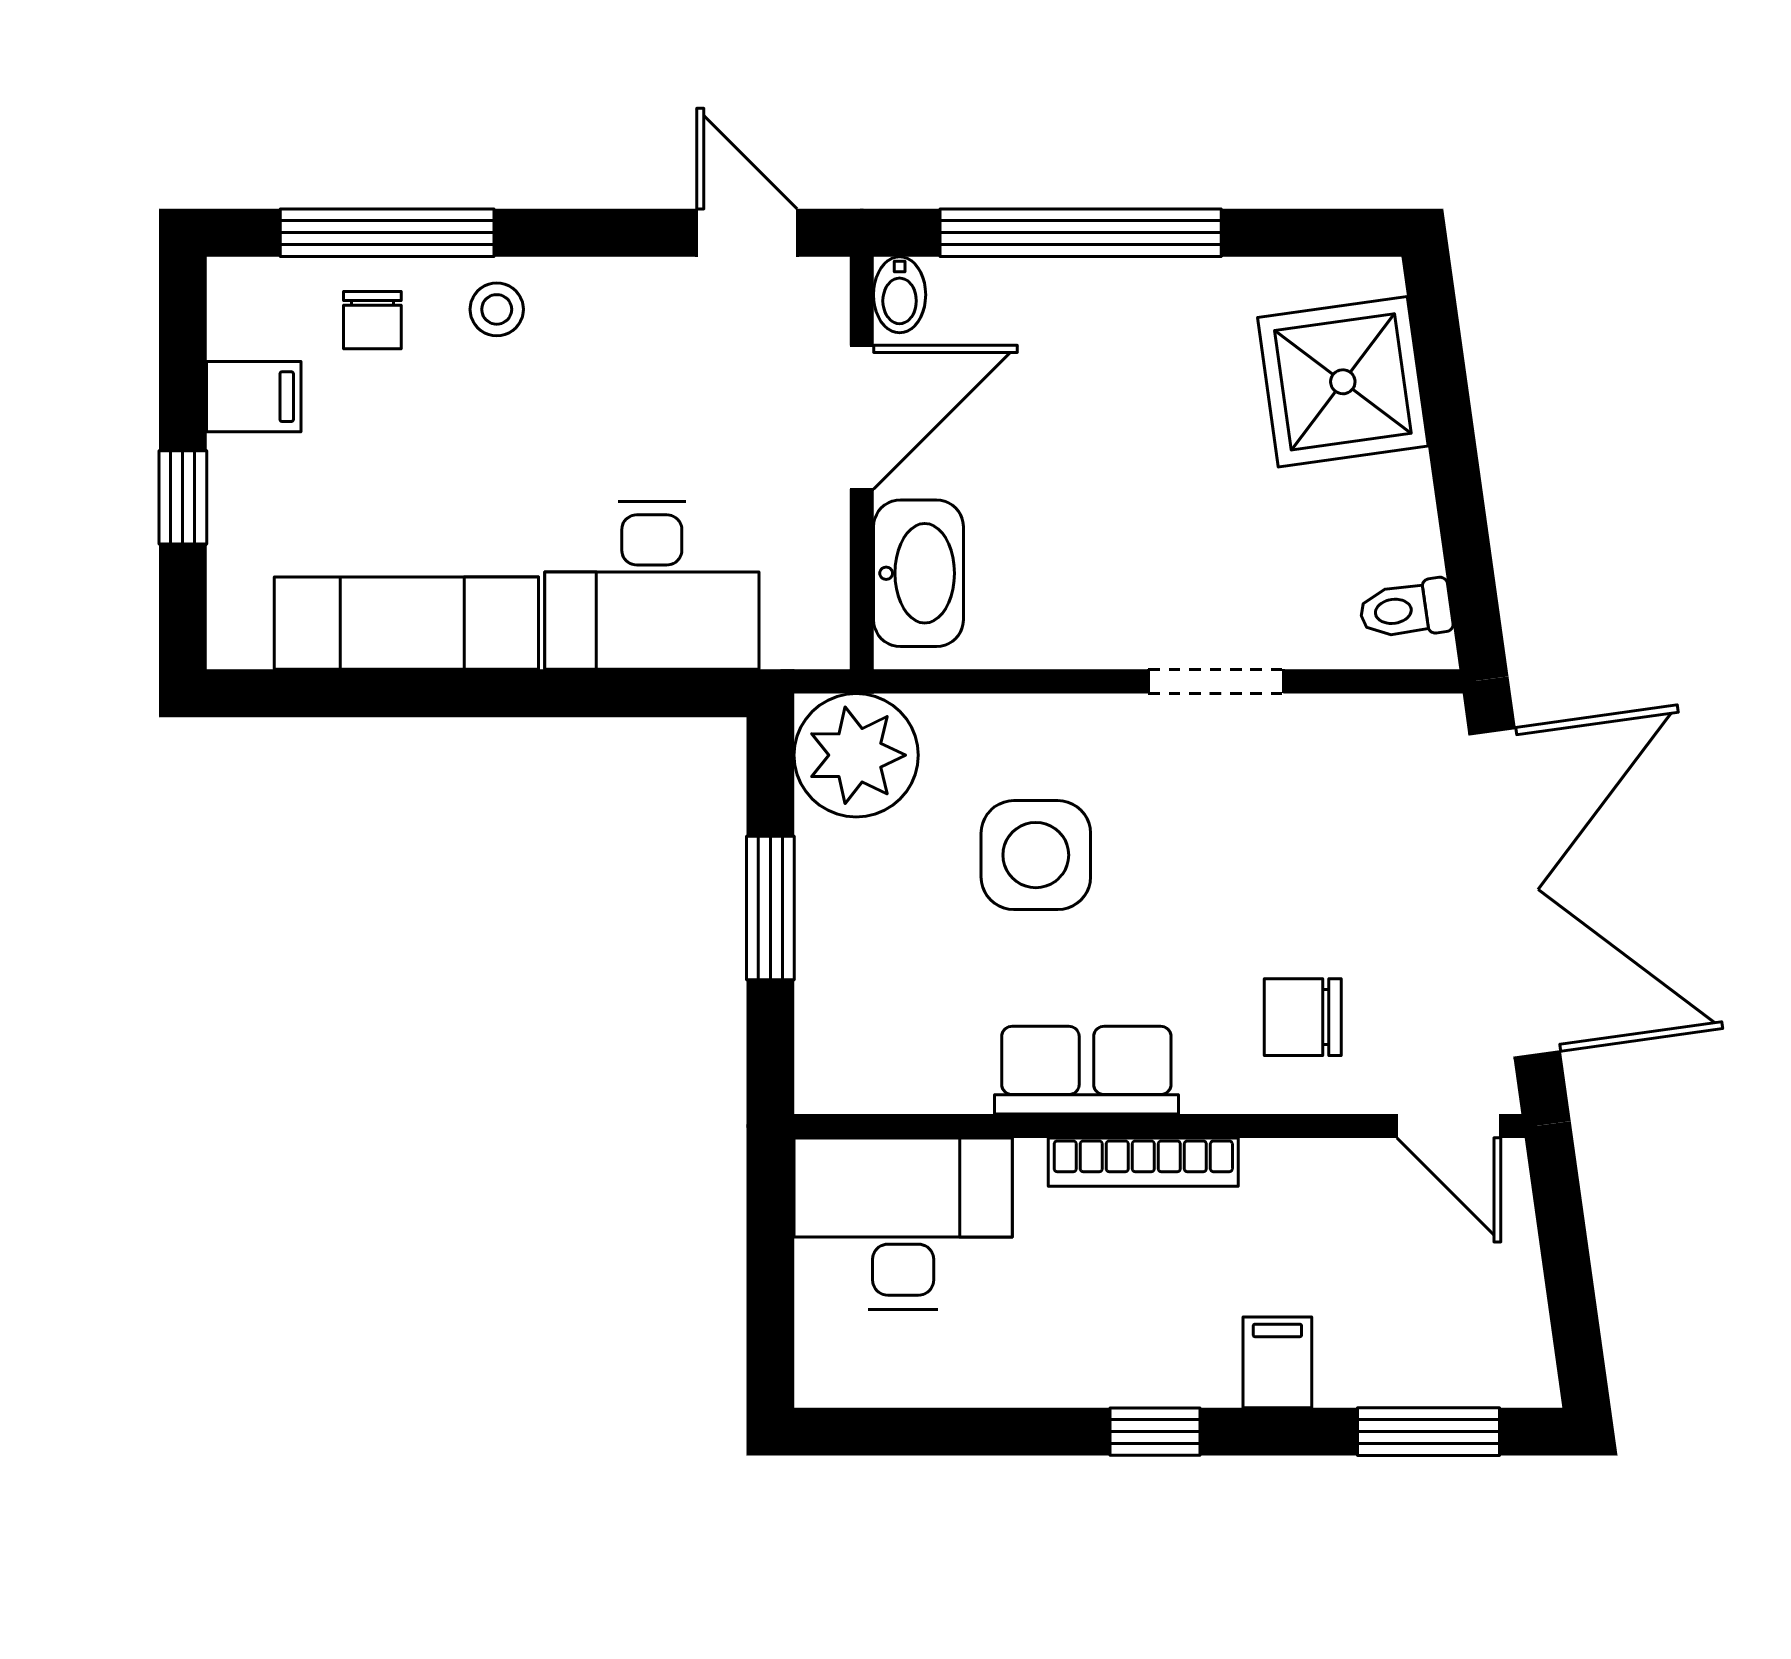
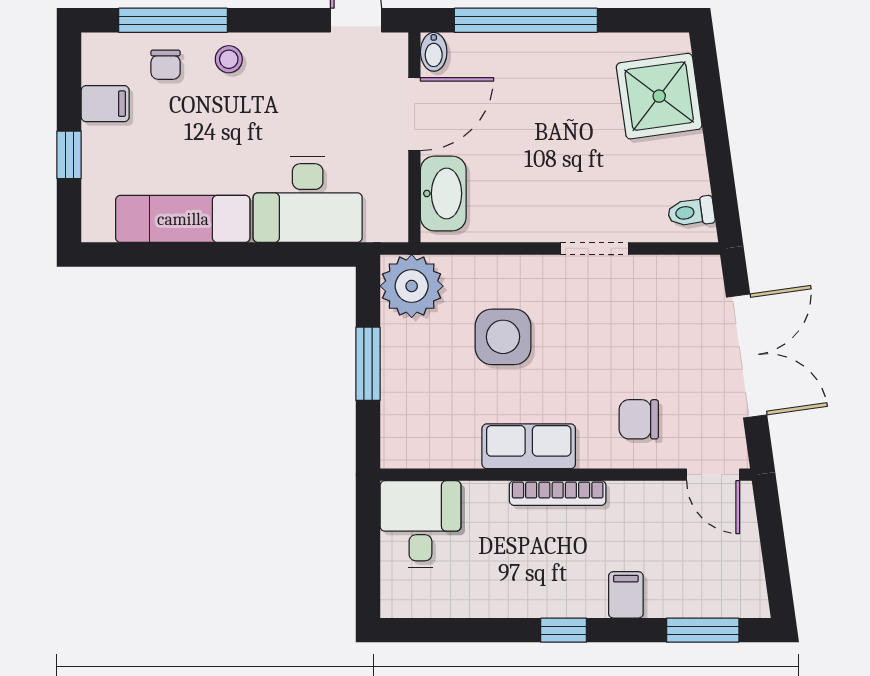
double door: (1515, 893) -> (747, 356), width x0.73
desk: (903, 1223) -> (420, 524), width x0.73

